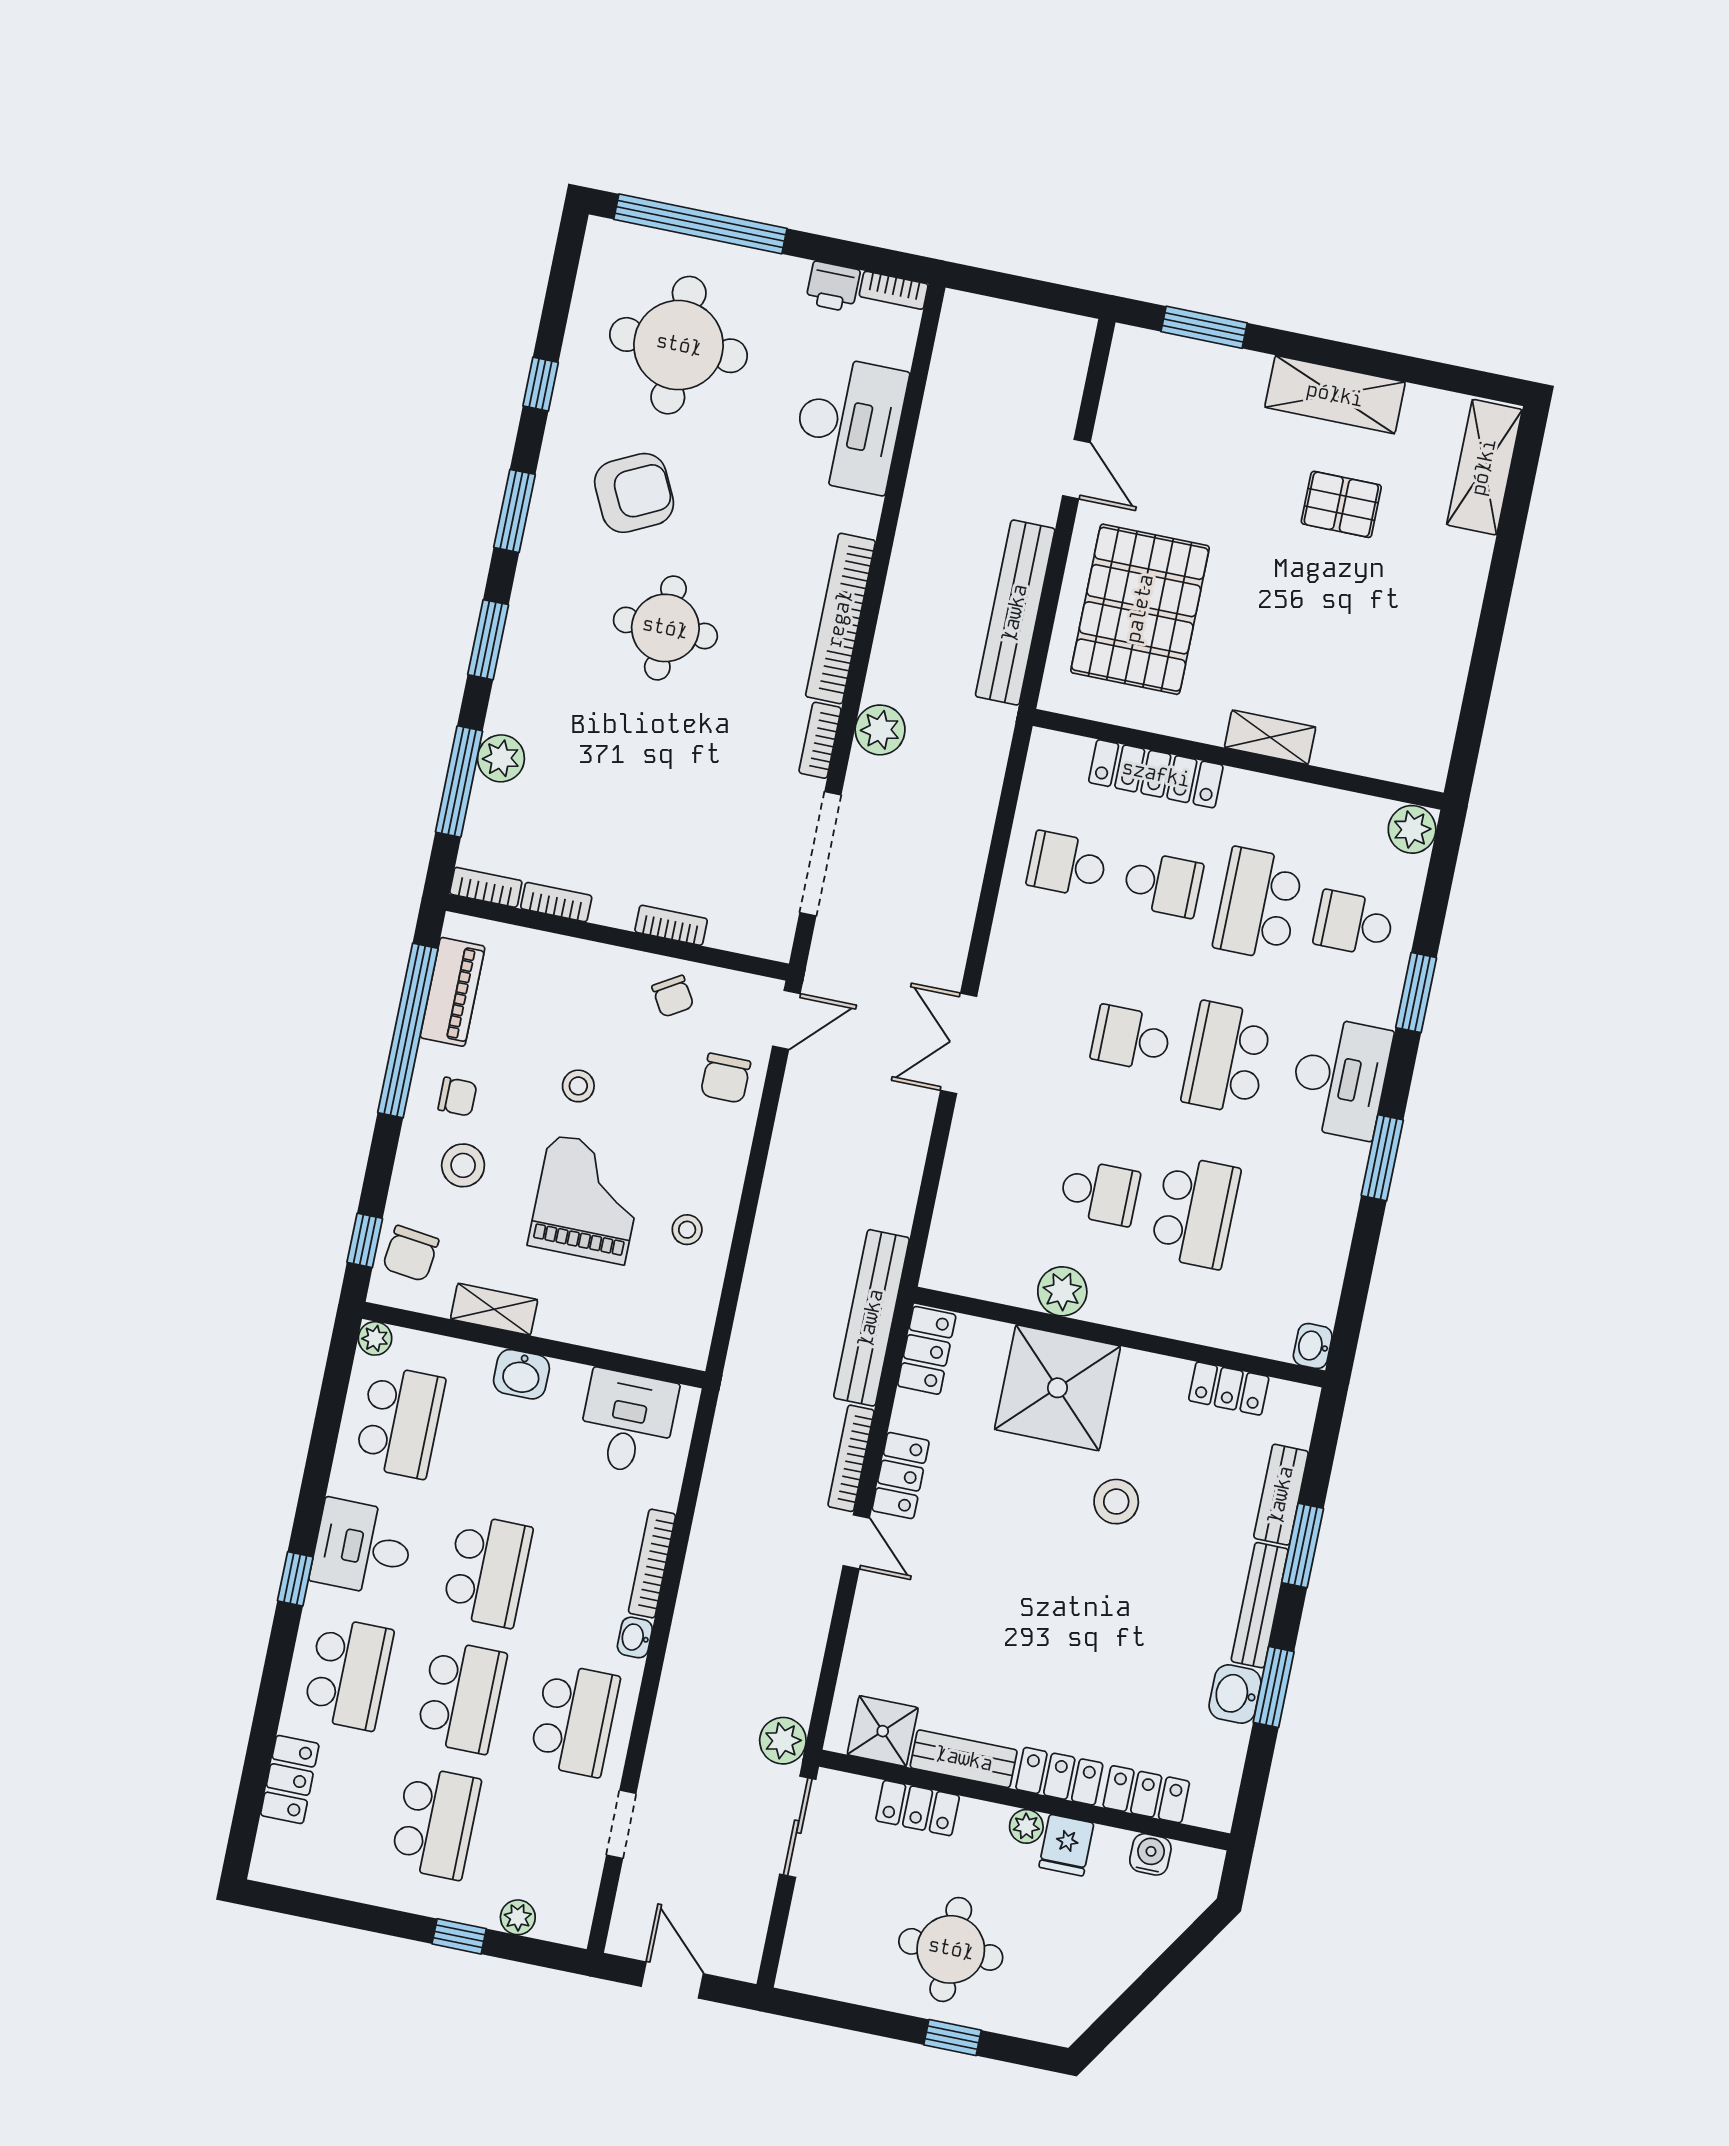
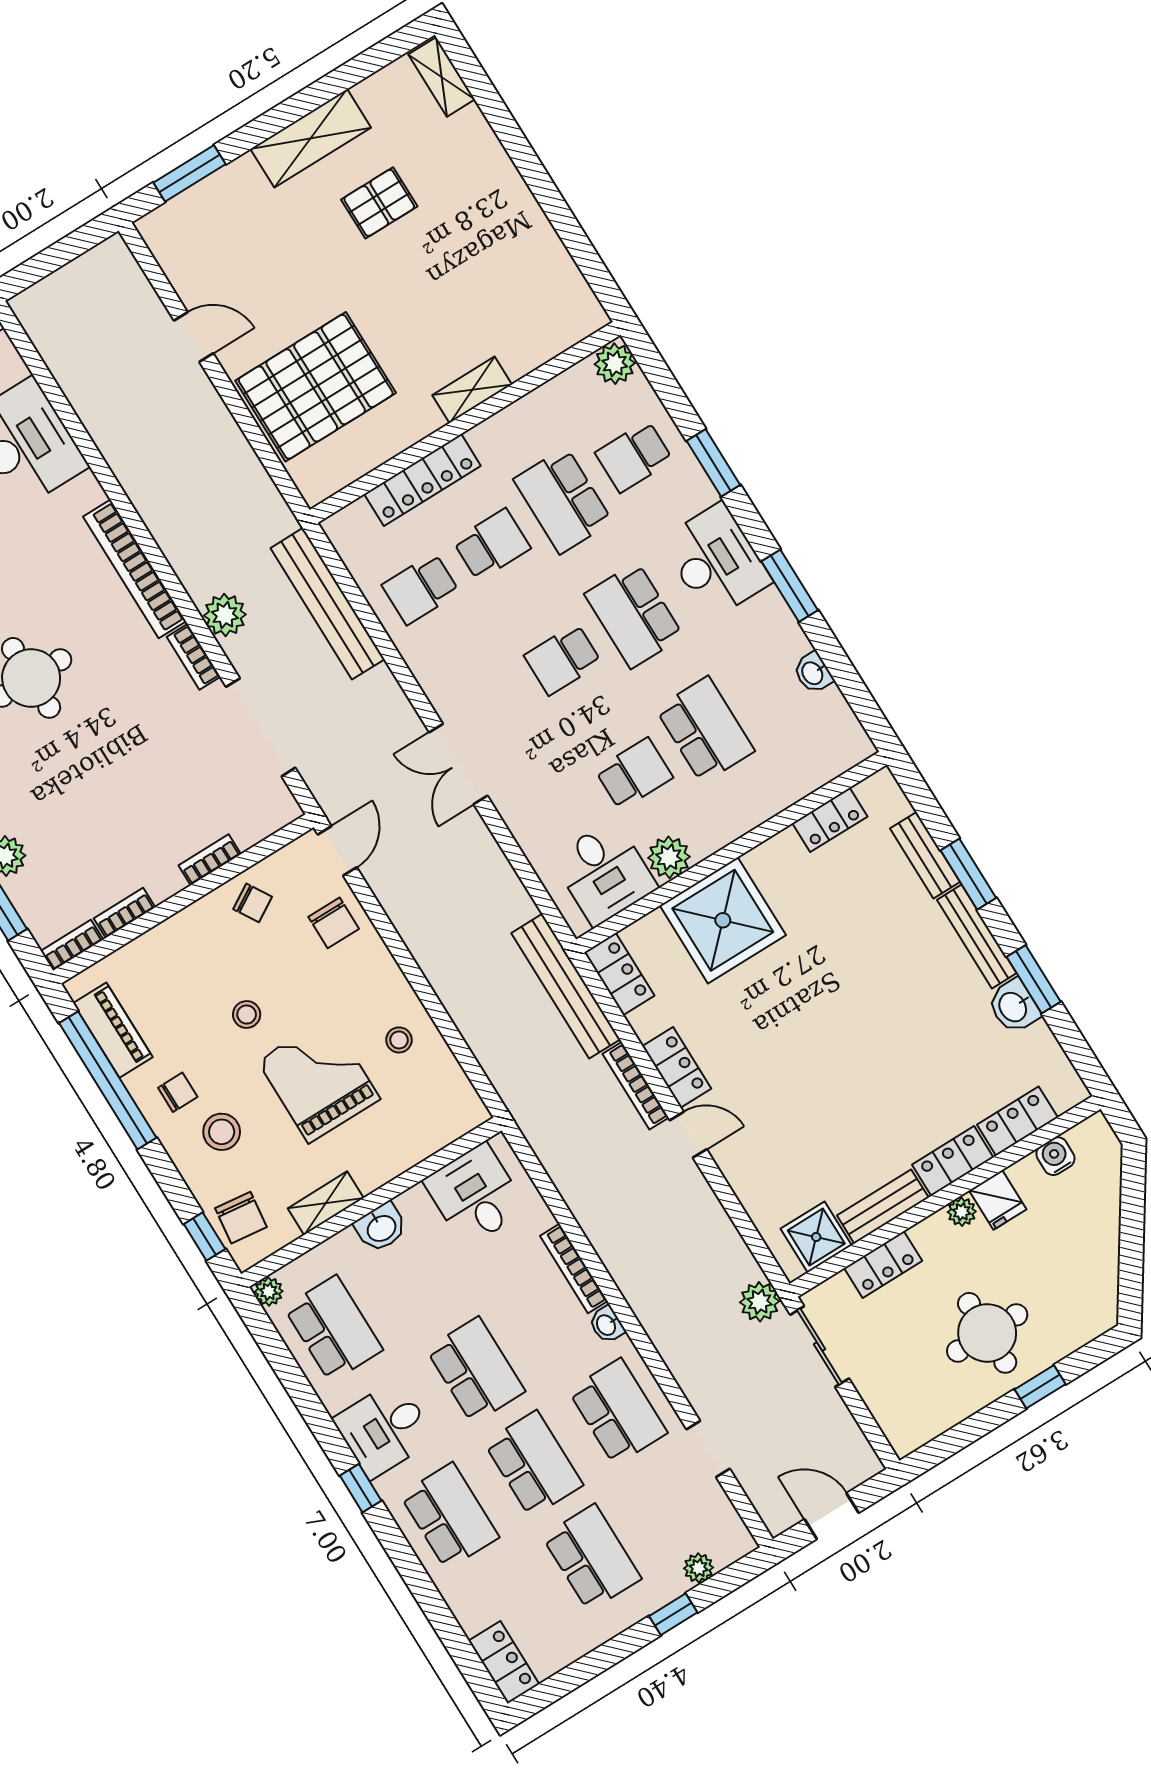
shelving: (1484, 467) -> (442, 77), width x0.67, depth x0.75
pallet: (1140, 609) -> (316, 387), turned 90
bench: (1015, 613) -> (328, 604), moved
desk: (995, 1253) -> (604, 873), added
washbasin: (1313, 1346) -> (813, 673), moved
stool: (1116, 1502) -> (826, 957), removed
locker: (290, 1780) -> (504, 1662), moved

